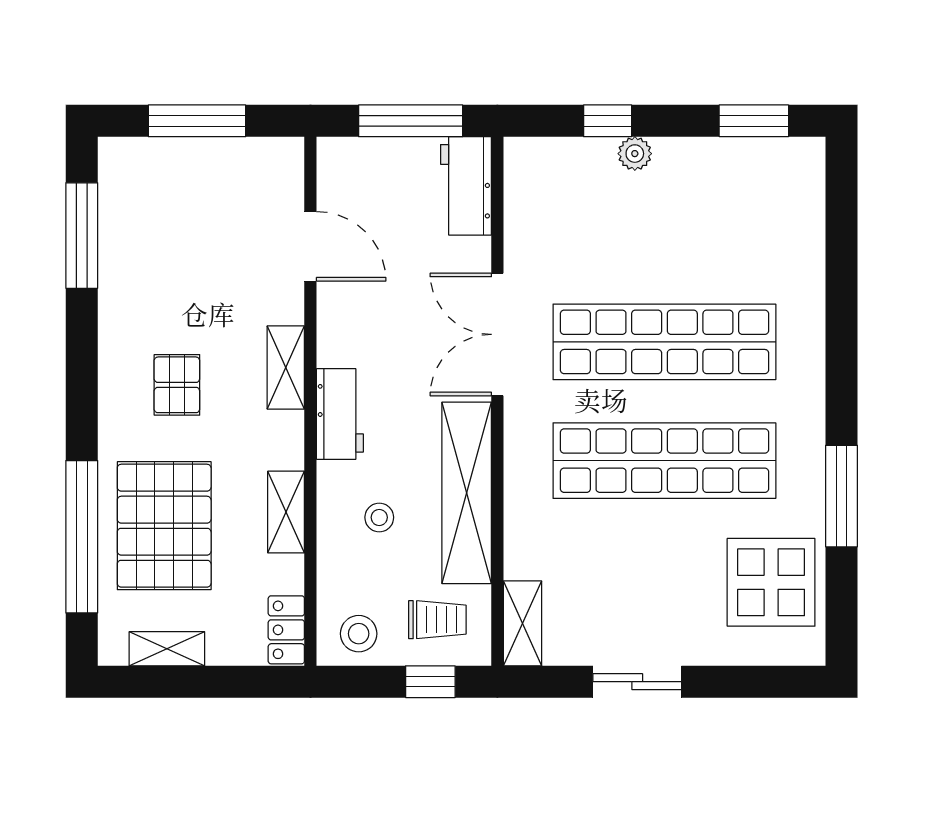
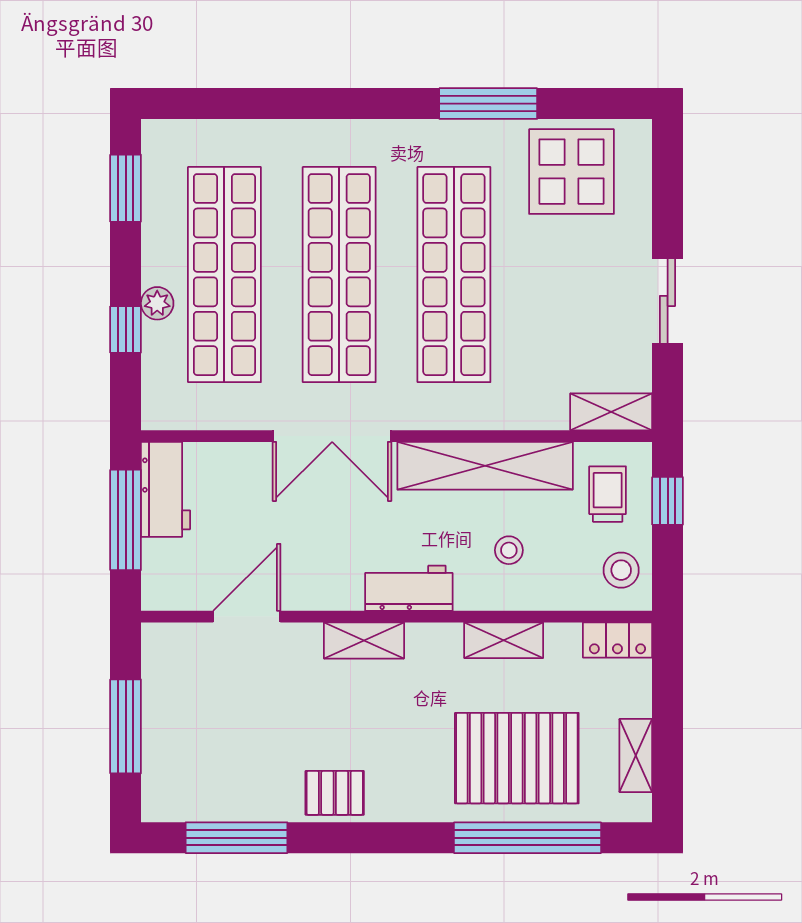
workbench: (466, 186) -> (165, 489), moved, turned -90
shop shelf: (664, 223) -> (224, 275), added
pallet: (177, 385) -> (335, 793), moved

